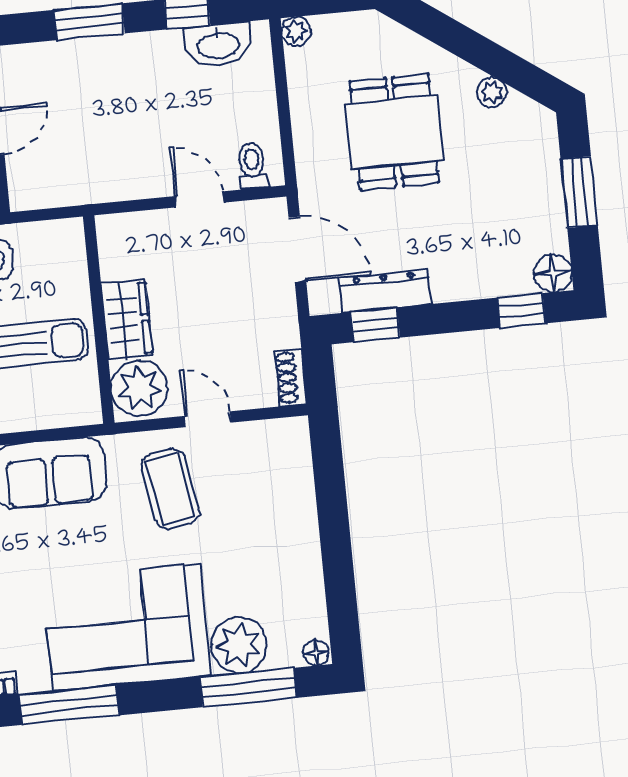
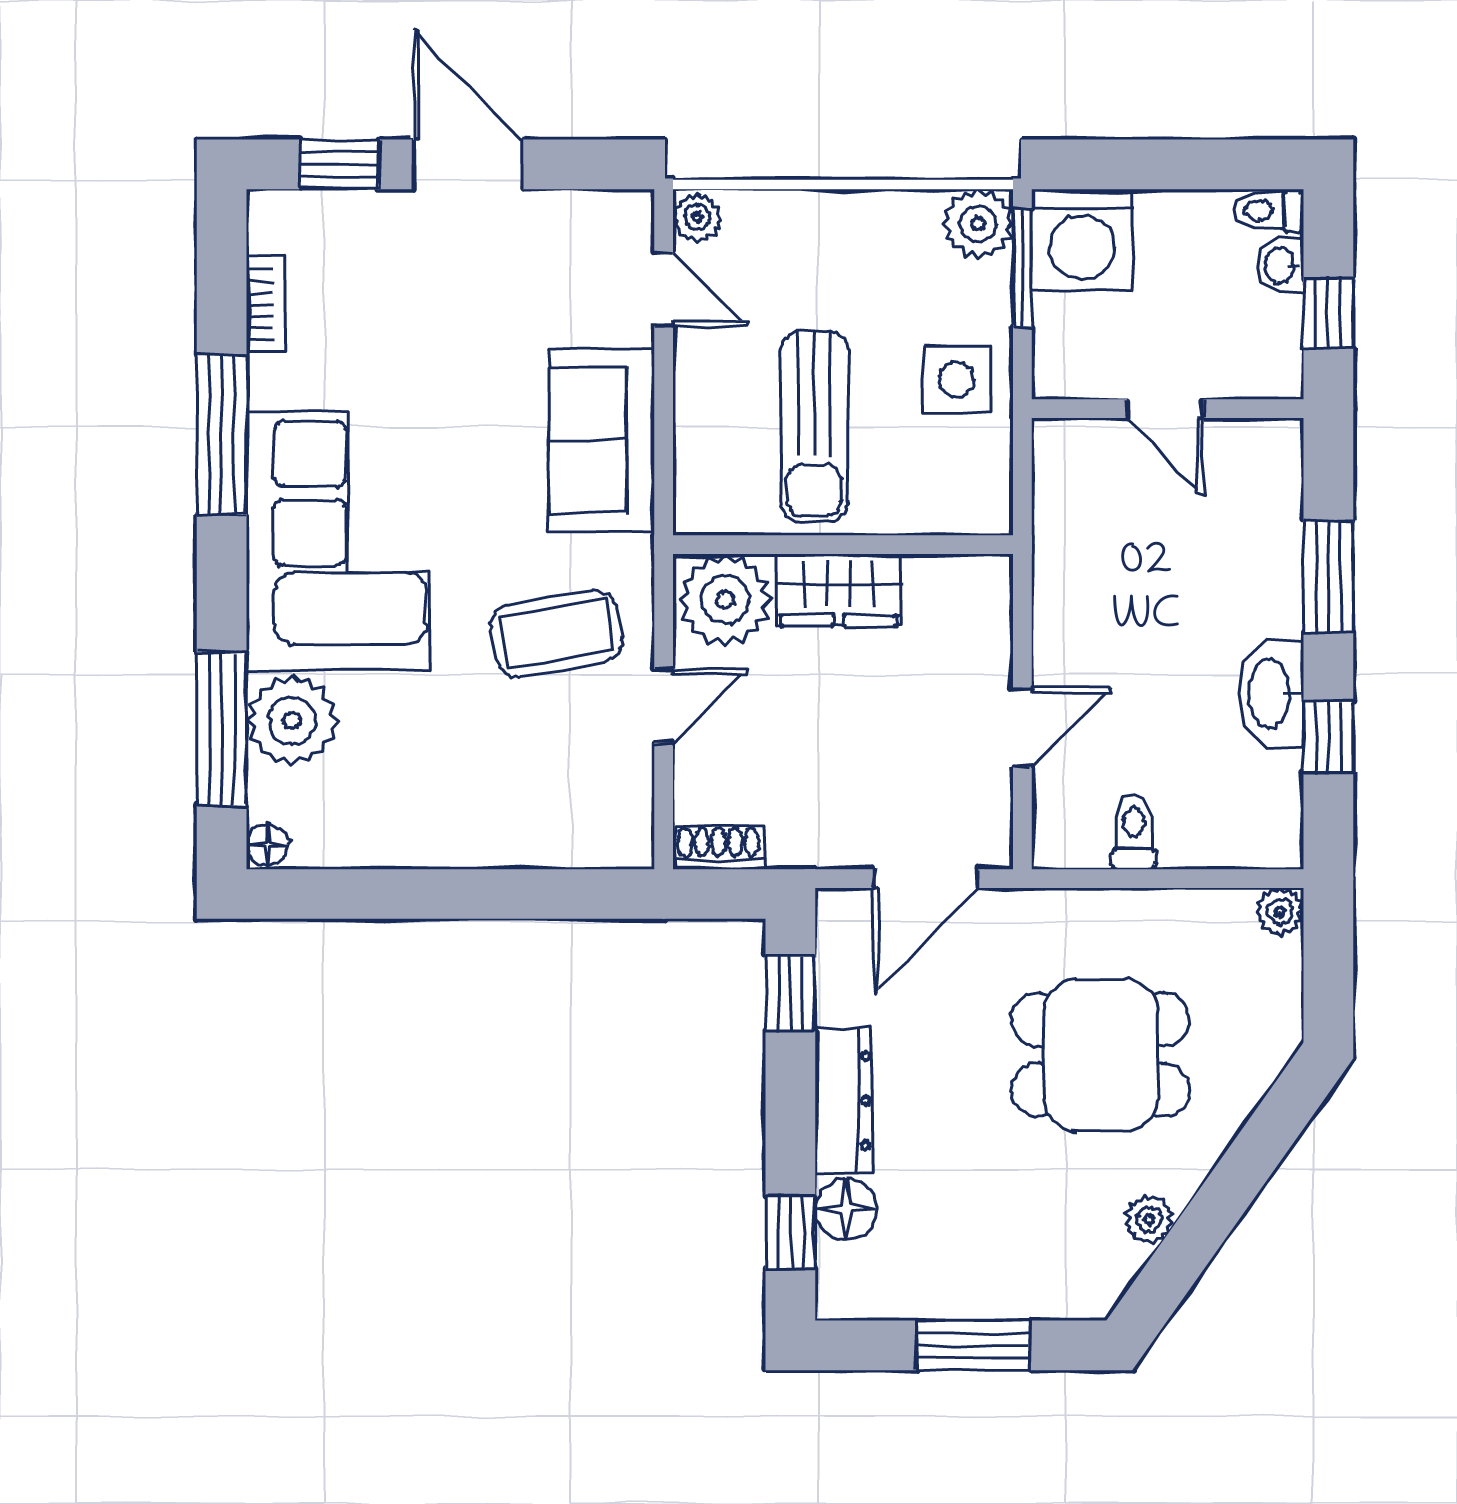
washbasin: (218, 44) -> (1271, 694), moved
toilet: (252, 166) -> (1134, 832), moved, turned -90
floor lamp: (553, 273) -> (846, 1209), moved
dresser: (385, 291) -> (844, 1101), moved

